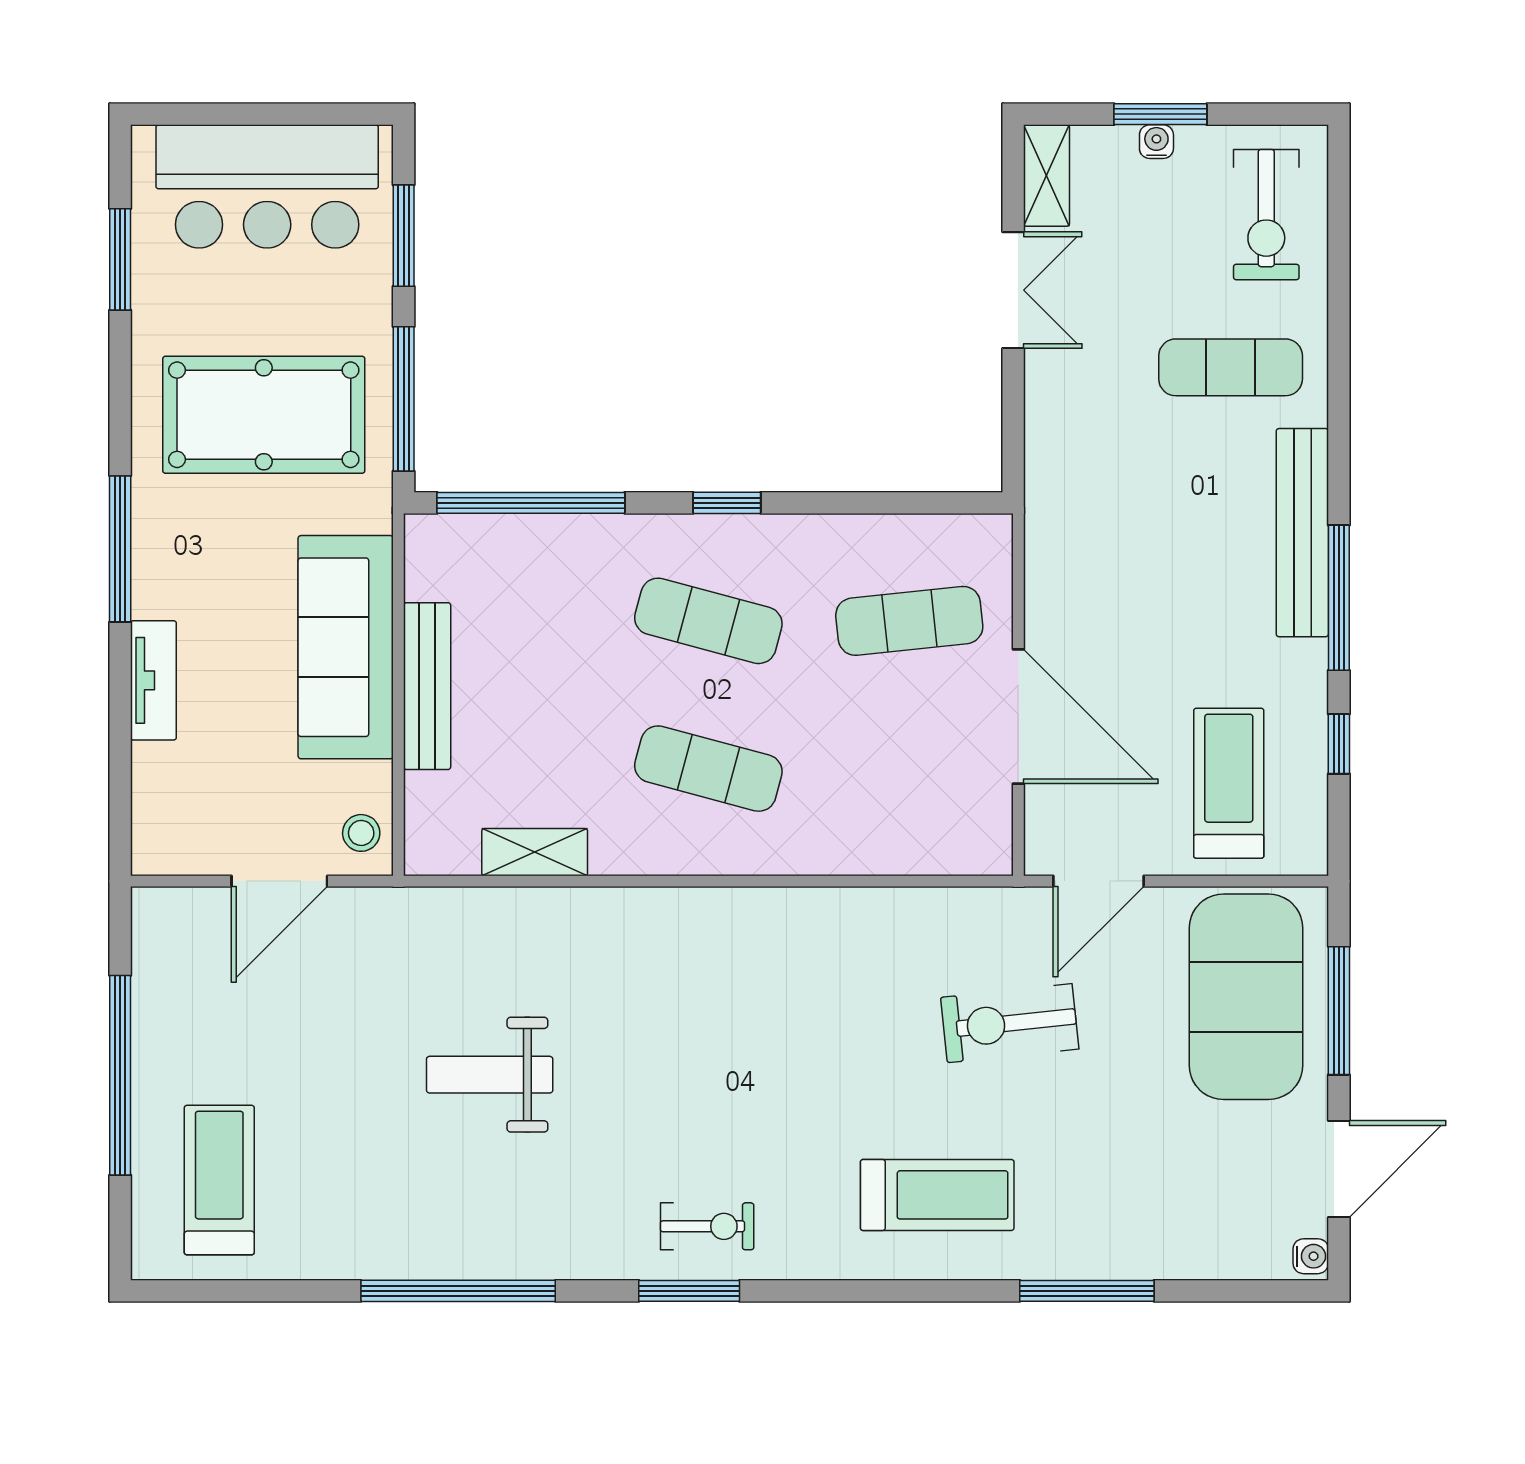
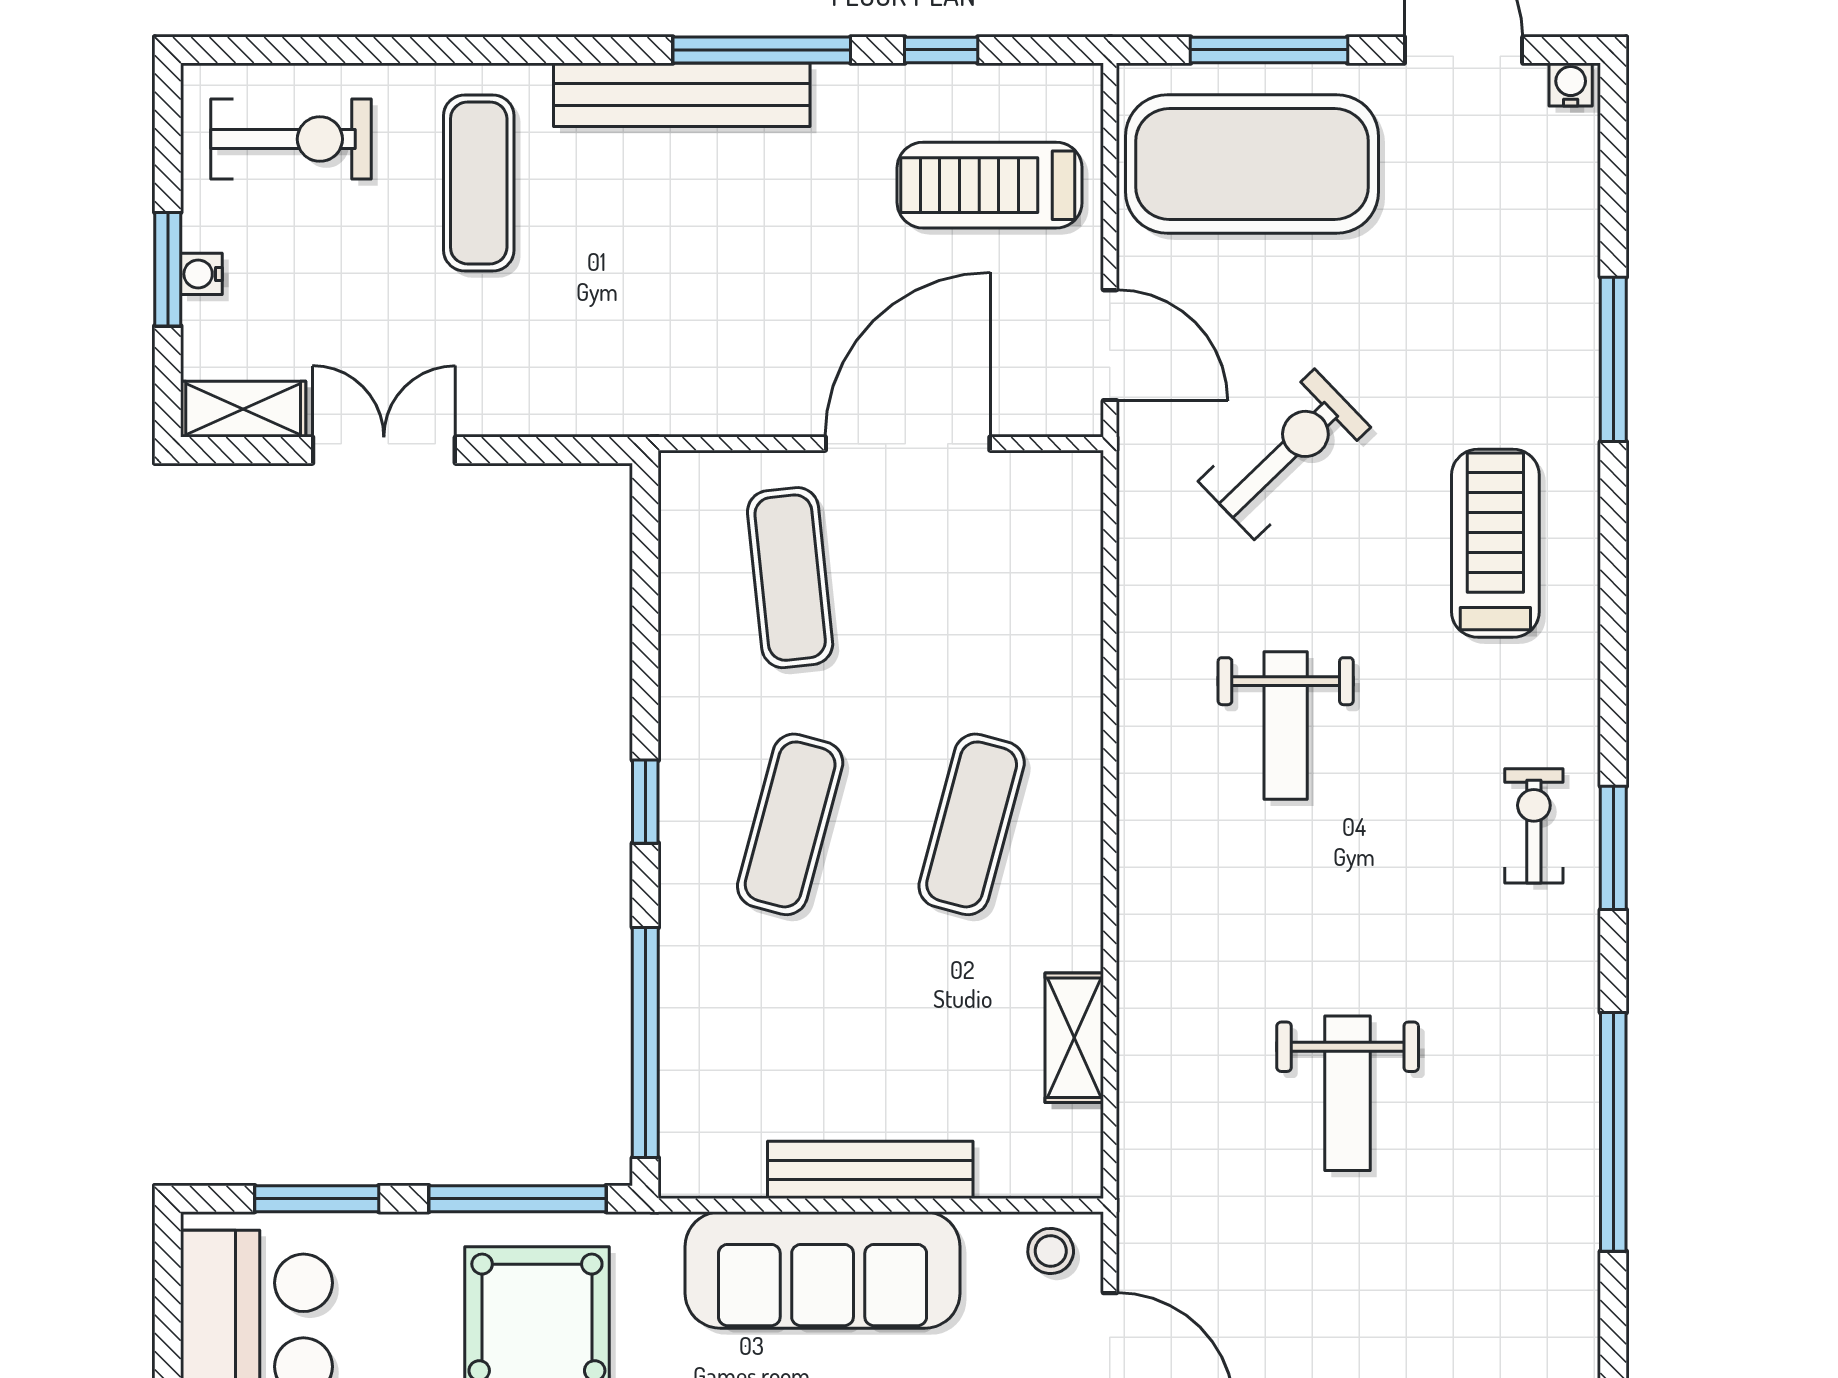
exercise bike: (1010, 1023) -> (1284, 454), turned -128
weight bench: (789, 1024) -> (1286, 725), added

